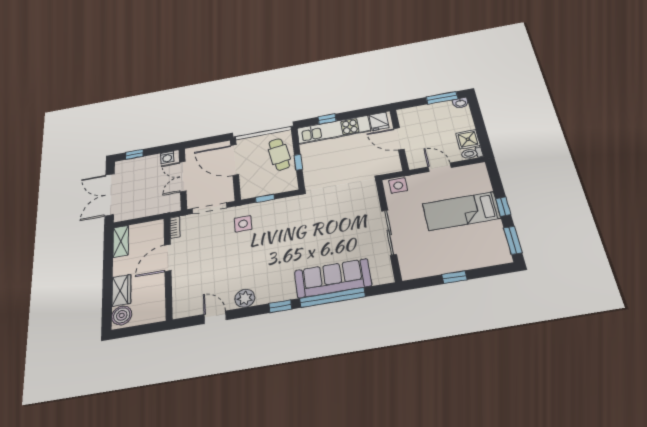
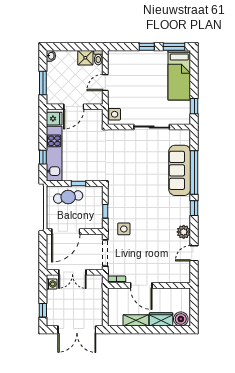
window: (442, 98) -> (43, 83), moved
bed: (461, 211) -> (179, 75), moved
shelving: (121, 241) -> (136, 320), moved
window: (455, 277) -> (194, 106), moved

